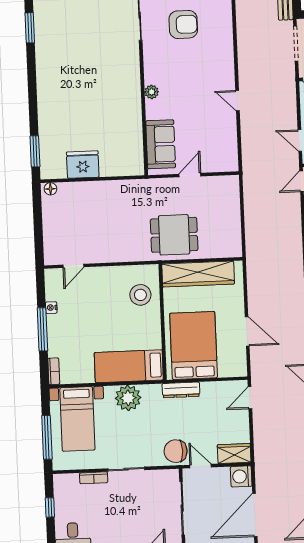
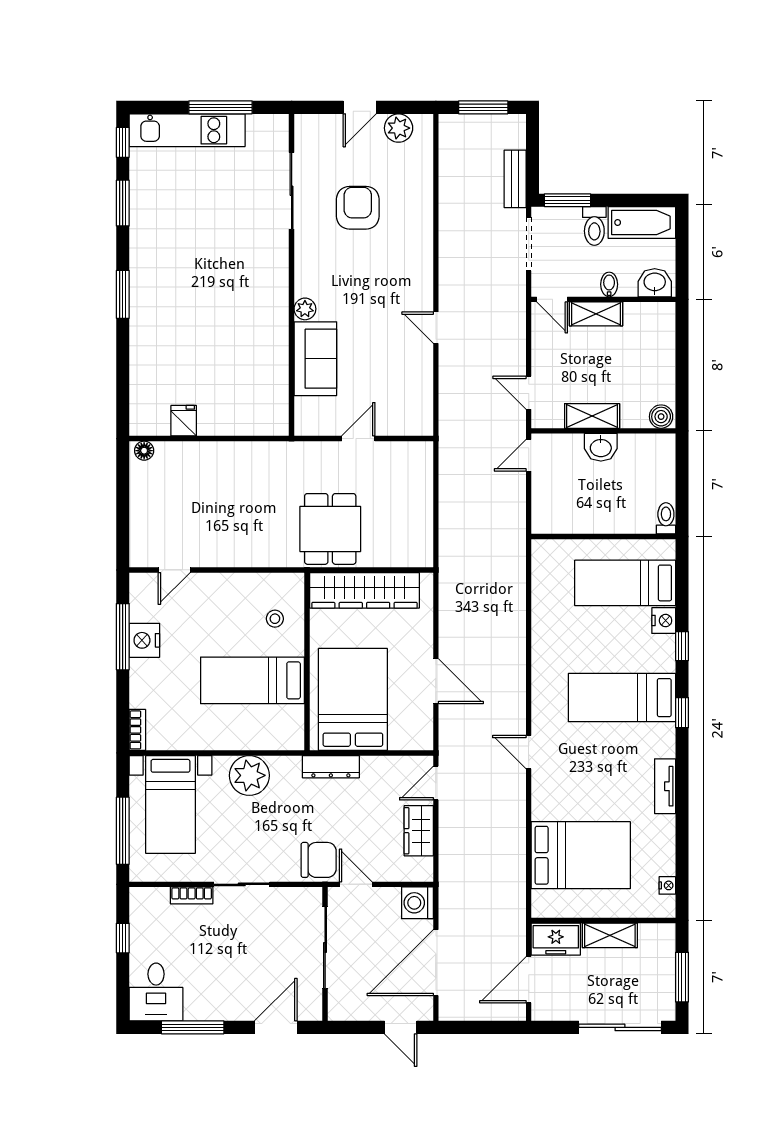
armchair: (183, 24) -> (358, 208), turned -90
sofa: (161, 144) -> (315, 359), moved
window: (35, 151) -> (123, 294), moved
fridge: (83, 165) -> (184, 421), width x0.53, depth x0.75
dining table: (174, 235) -> (330, 529), turned 90
stool: (140, 295) -> (275, 619), width x0.53, depth x0.53
nightstand: (51, 308) -> (144, 640), width x1.89, depth x1.79
window: (42, 329) -> (123, 637), moved
bed: (129, 366) -> (253, 680), moved
chair: (176, 451) -> (319, 860), turned 180
wardrobe: (234, 453) -> (419, 831), moved, turned -90

